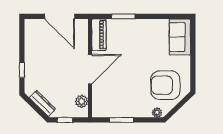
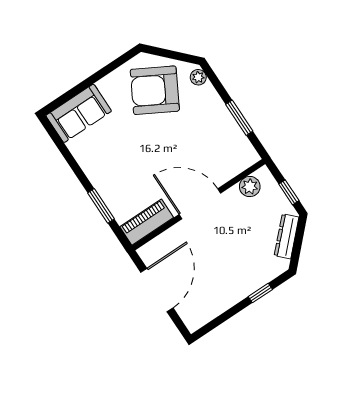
armchair: (165, 85) -> (155, 90), turned 119

